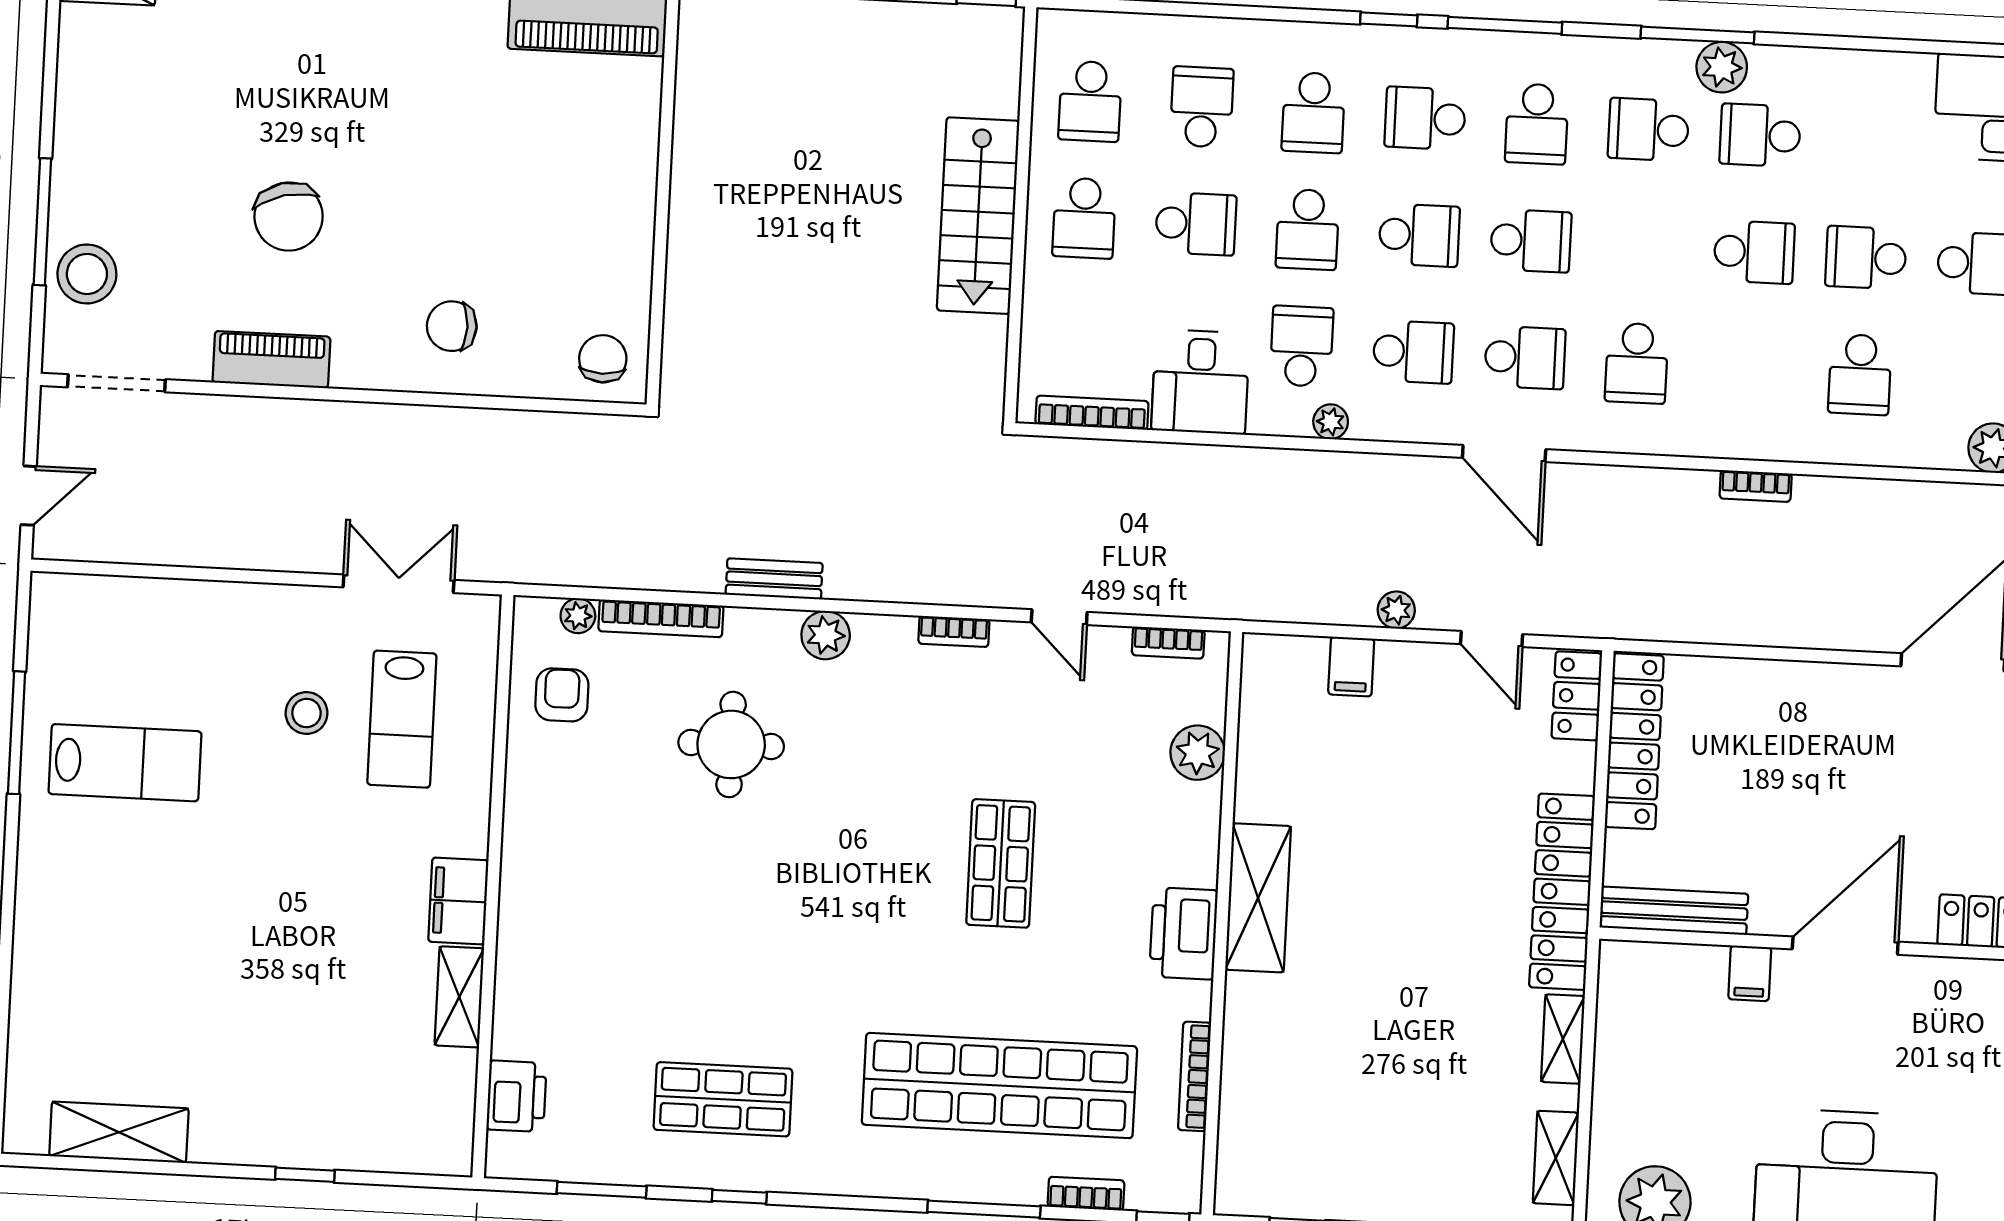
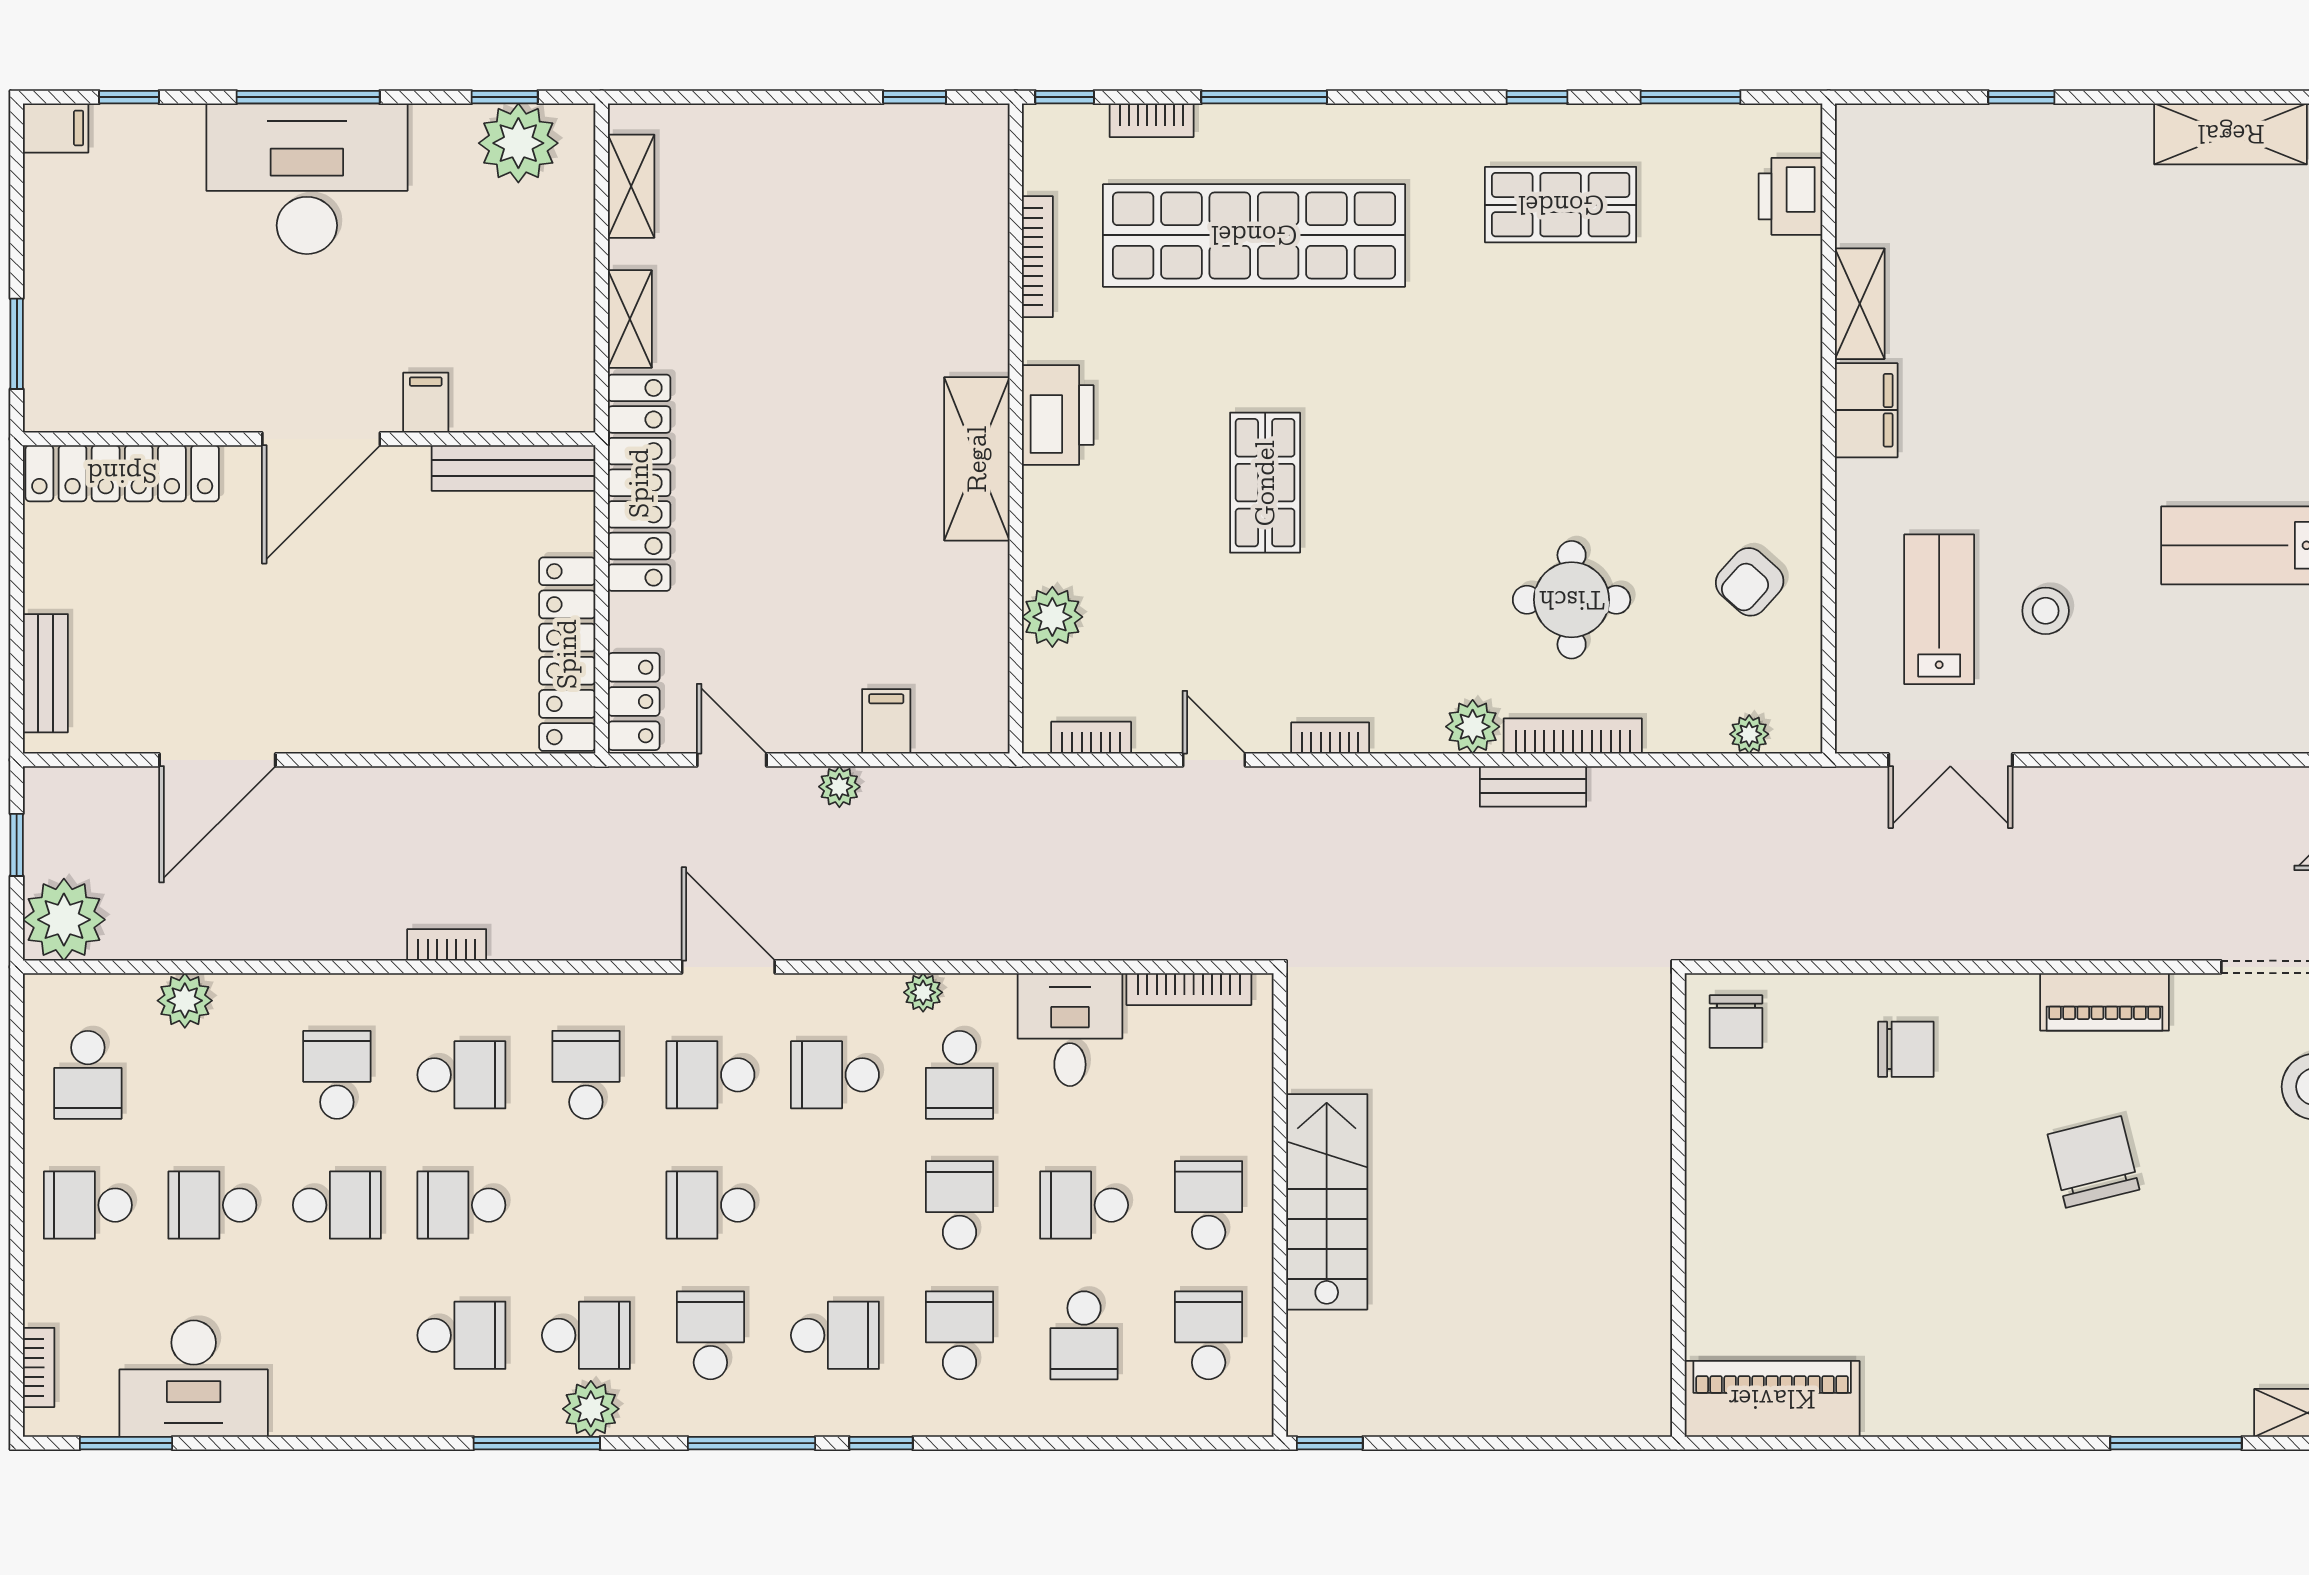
plant: (1722, 67) -> (591, 1409), moved
school desk: (1419, 235) -> (461, 1075), moved, turned 180
bookcase: (661, 618) -> (1573, 736), moved
armchair: (562, 695) -> (1750, 582), moved, turned 42

